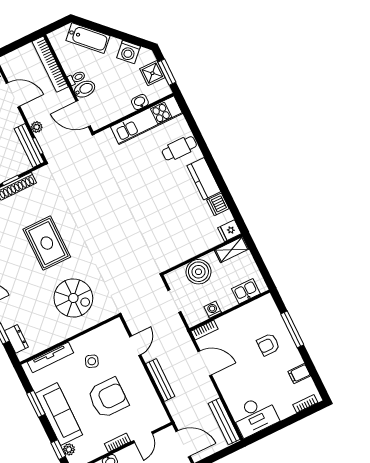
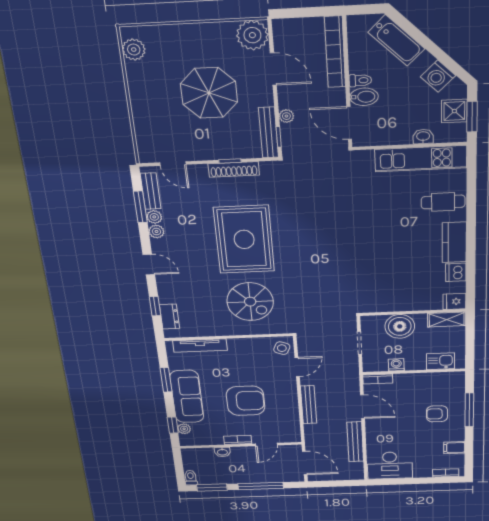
rug: (47, 243) -> (244, 239), width x1.37, depth x1.44
side table: (92, 361) -> (282, 348), moved
bench: (224, 421) -> (355, 442), moved

